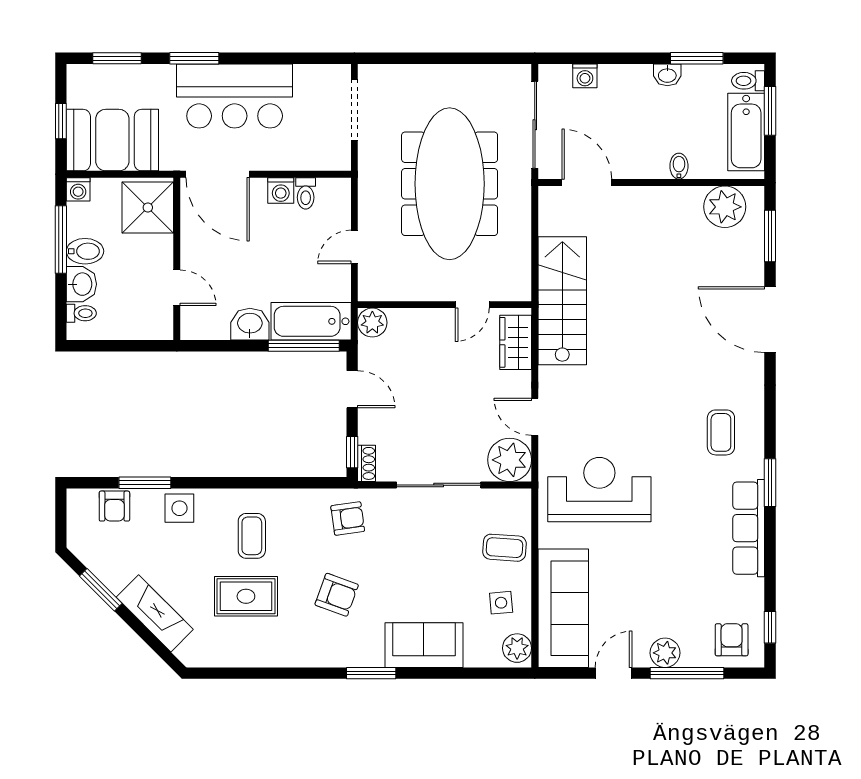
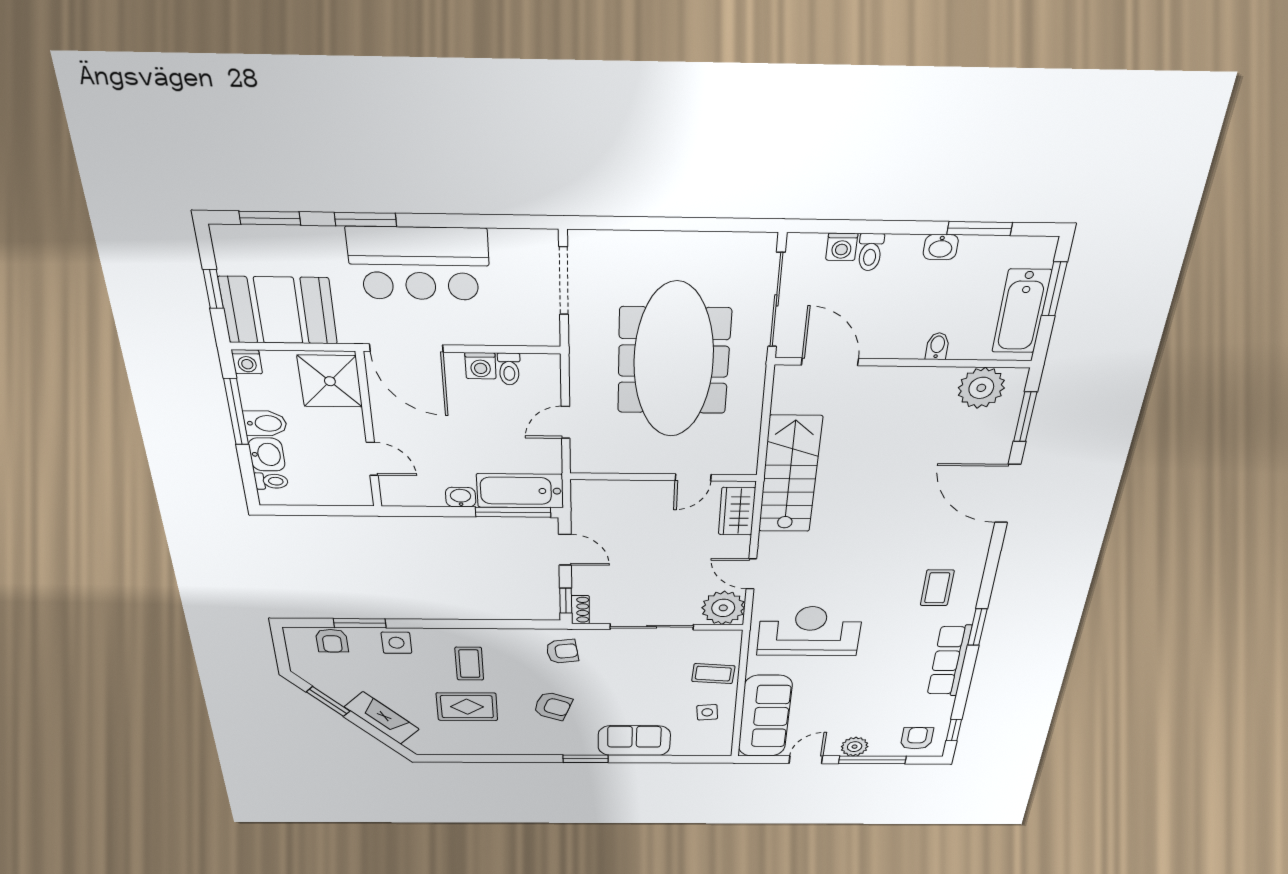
toilet: (748, 81) -> (870, 252), moved, turned -90
plant: (372, 323) -> (586, 492), removed
washbasin: (250, 324) -> (461, 497), width x0.72, depth x0.69
plant: (517, 648) -> (720, 743), removed

